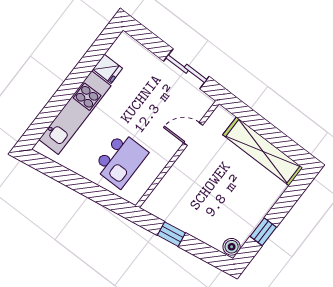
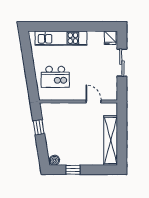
fridge: (108, 69) -> (110, 38), moved
sliding door: (186, 69) -> (122, 63), moved

